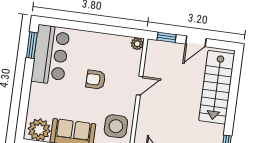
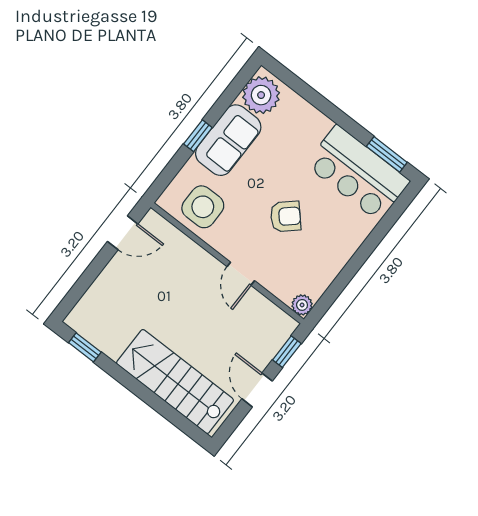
armchair: (96, 80) -> (286, 216), turned 48

